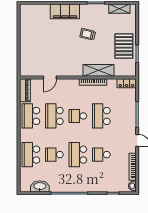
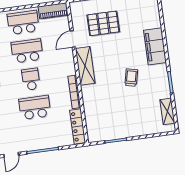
pallet: (124, 46) -> (103, 23), moved
shelving: (99, 70) -> (85, 66), moved
door: (50, 77) -> (73, 39), hinge flipped
locker: (126, 83) -> (78, 126), width x1.53

